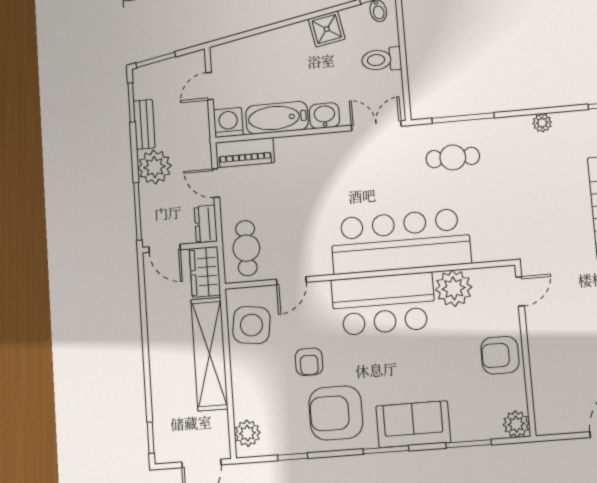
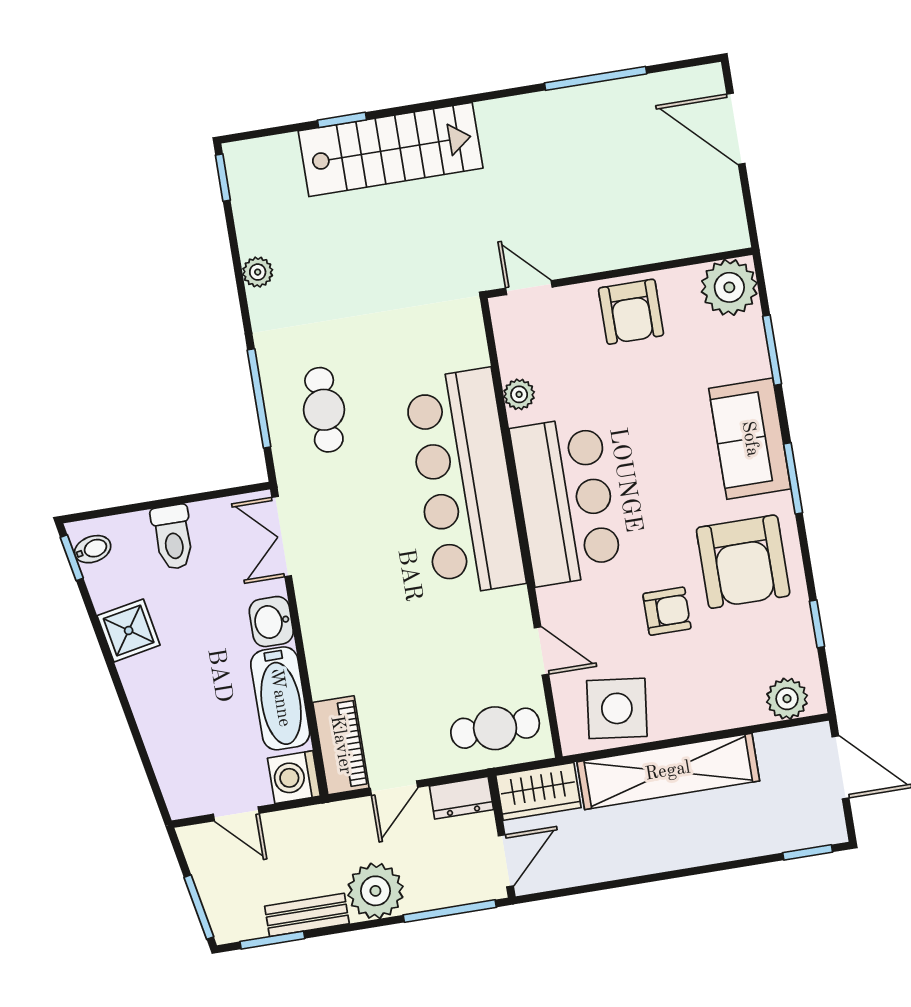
plant: (454, 288) -> (519, 394), width x0.53, depth x0.53
plant: (516, 424) -> (729, 287), width x1.36, depth x1.36

